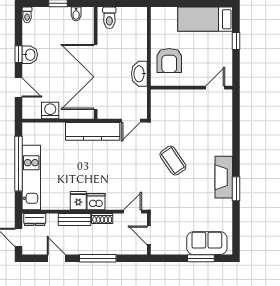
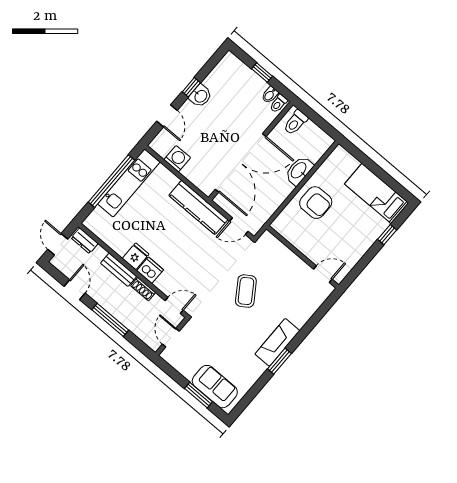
toilet: (27, 15) -> (278, 104), moved
armchair: (169, 60) -> (316, 203), turned -90
washbasin: (139, 74) -> (299, 171), moved
double door: (96, 77) -> (241, 163), swing flipped
wall: (192, 88) -> (303, 257), moved
door: (215, 88) -> (323, 274), moved
kitchen unit: (31, 178) -> (129, 183), moved

